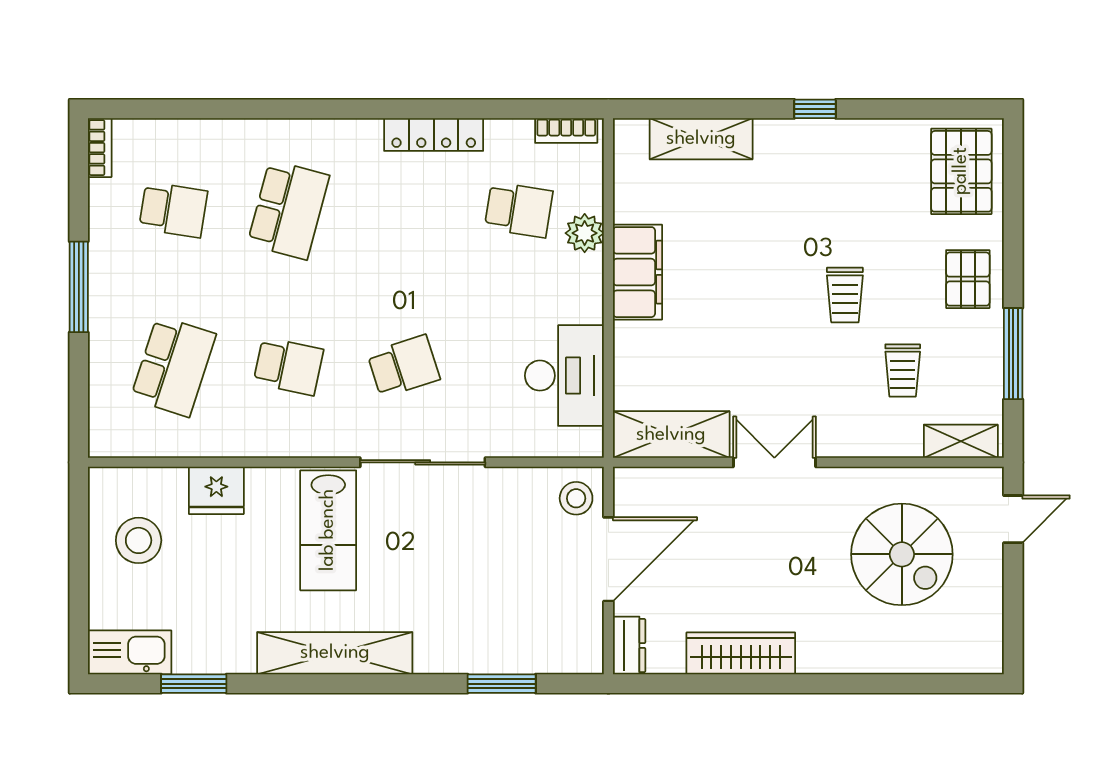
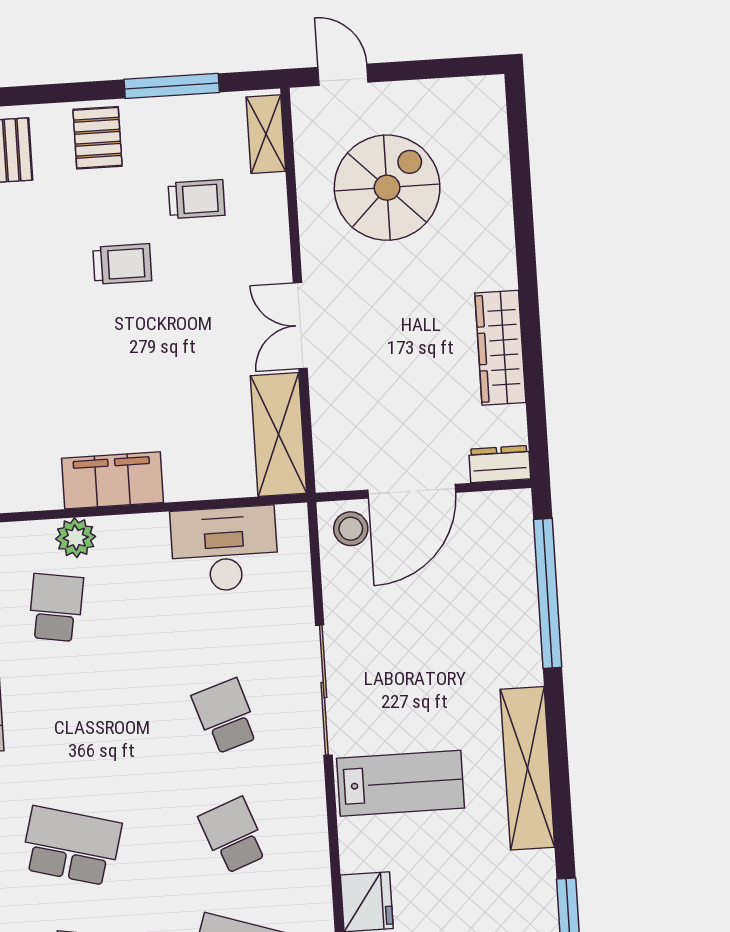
pallet: (968, 279) -> (97, 138), turned 90
school desk: (288, 366) -> (233, 835), turned -33
door: (608, 559) -> (412, 491), swing flipped
window: (502, 684) -> (548, 593), width x2.11

